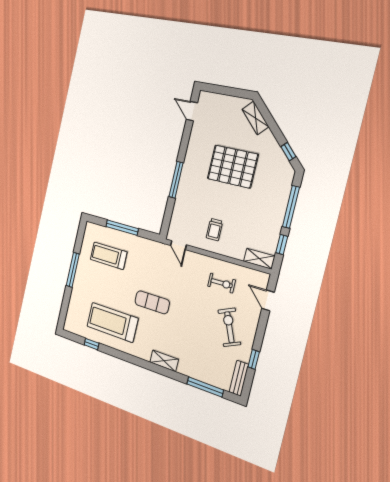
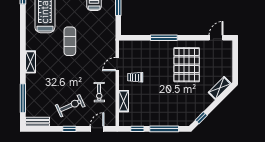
pallet: (233, 167) -> (187, 65), moved
door: (179, 245) -> (117, 64), moved
shelving: (259, 259) -> (124, 101), moved
window: (254, 359) -> (69, 129), moved

